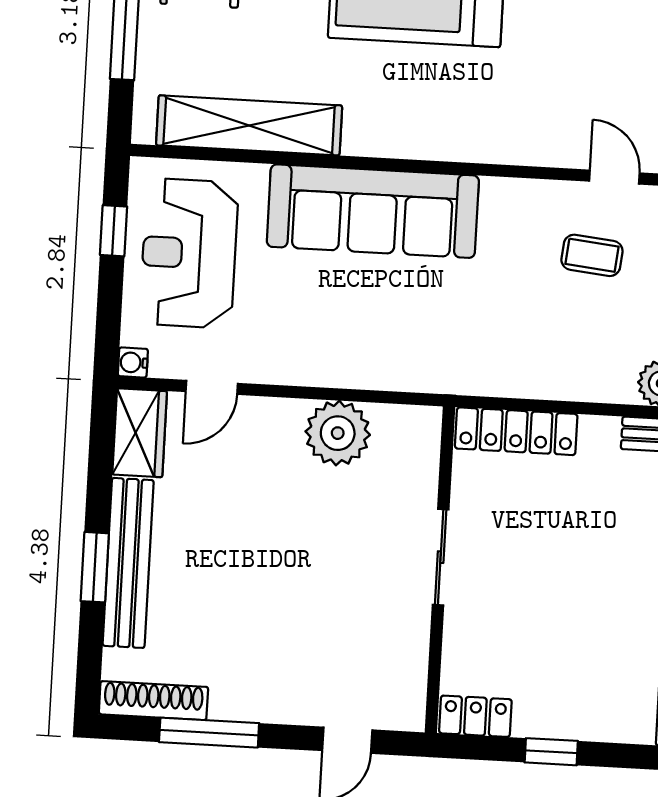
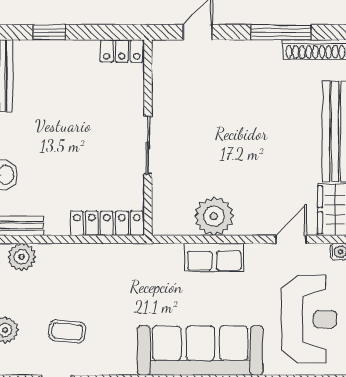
row of seats: (341, 365) -> (214, 257), added
window: (551, 752) -> (49, 32), moved

